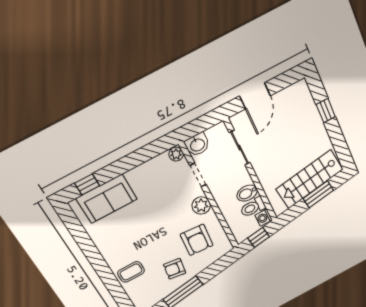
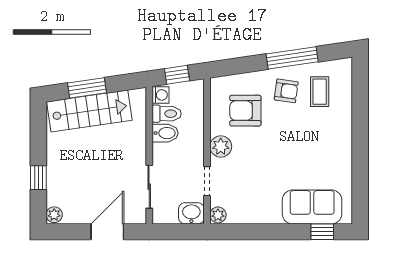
plant: (302, 88) -> (54, 215), added
armchair: (197, 240) -> (245, 111), turned -94
coffee table: (131, 272) -> (320, 92), moved, turned 90

